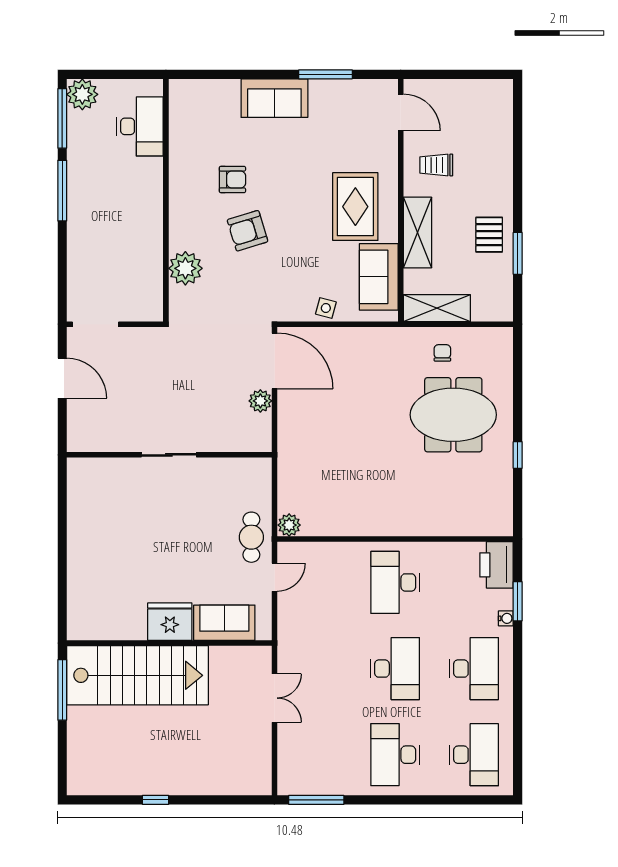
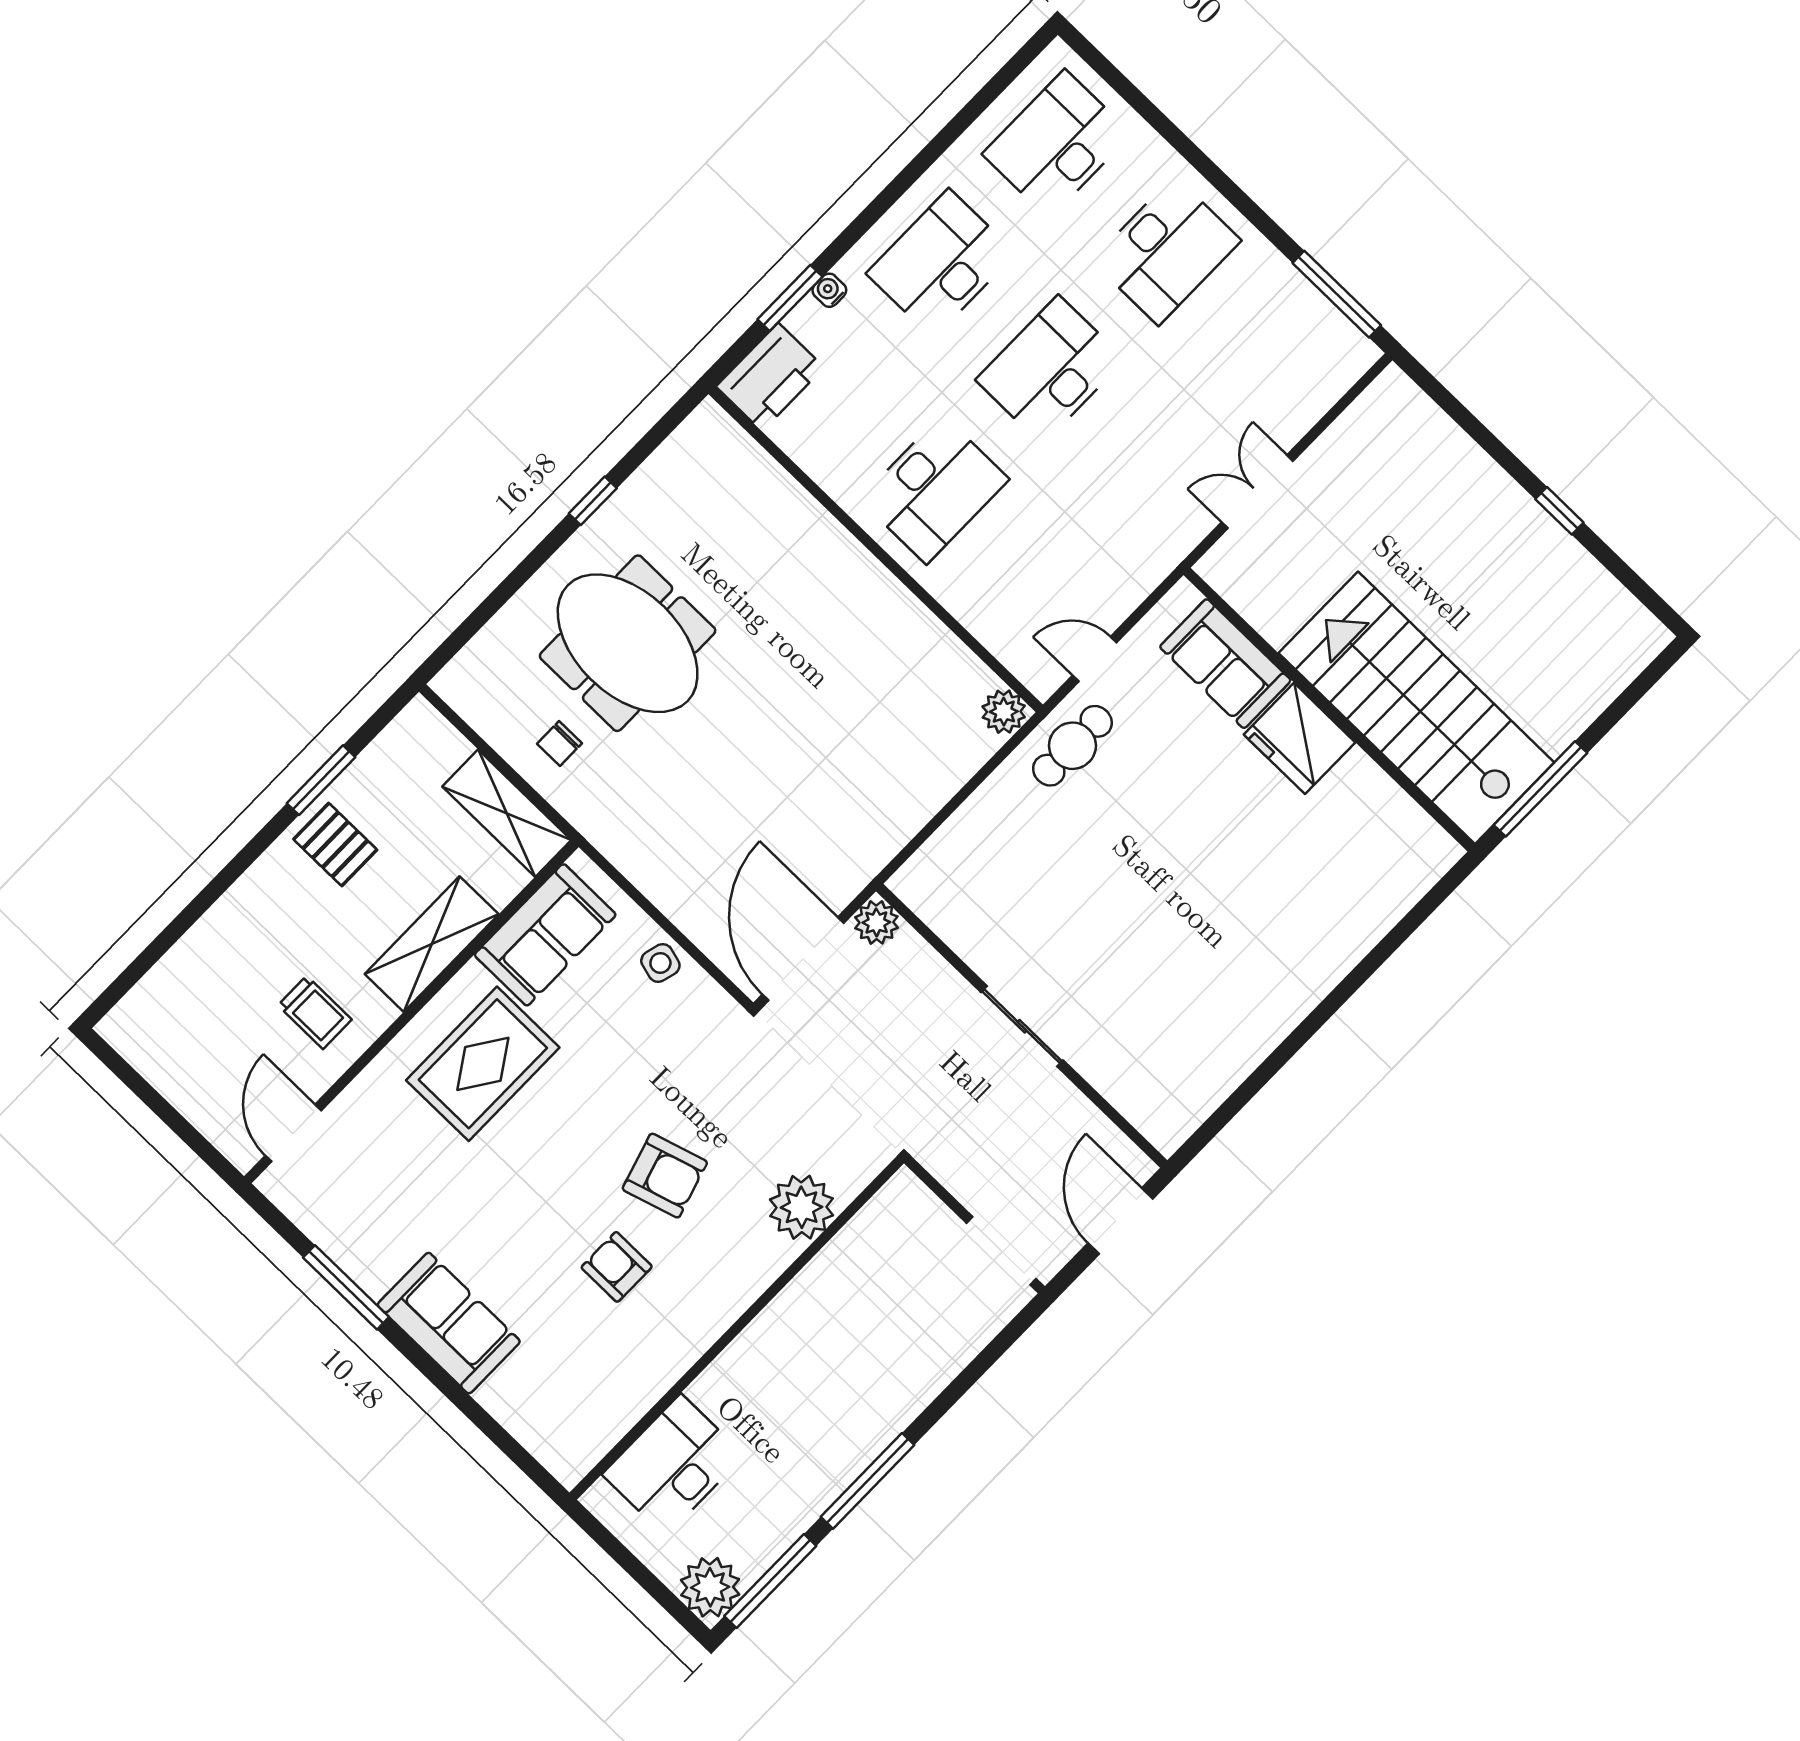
pallet: (489, 235) -> (335, 845), turned 90
sliding door: (169, 455) -> (1022, 1026), moved
wall: (169, 455) -> (1022, 1026), moved

